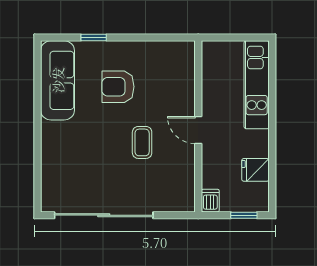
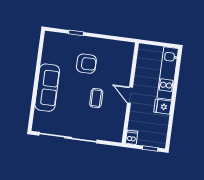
sofa: (58, 80) -> (47, 88), moved
armchair: (118, 87) -> (86, 64), turned 180
fridge: (255, 170) -> (163, 107), moved

